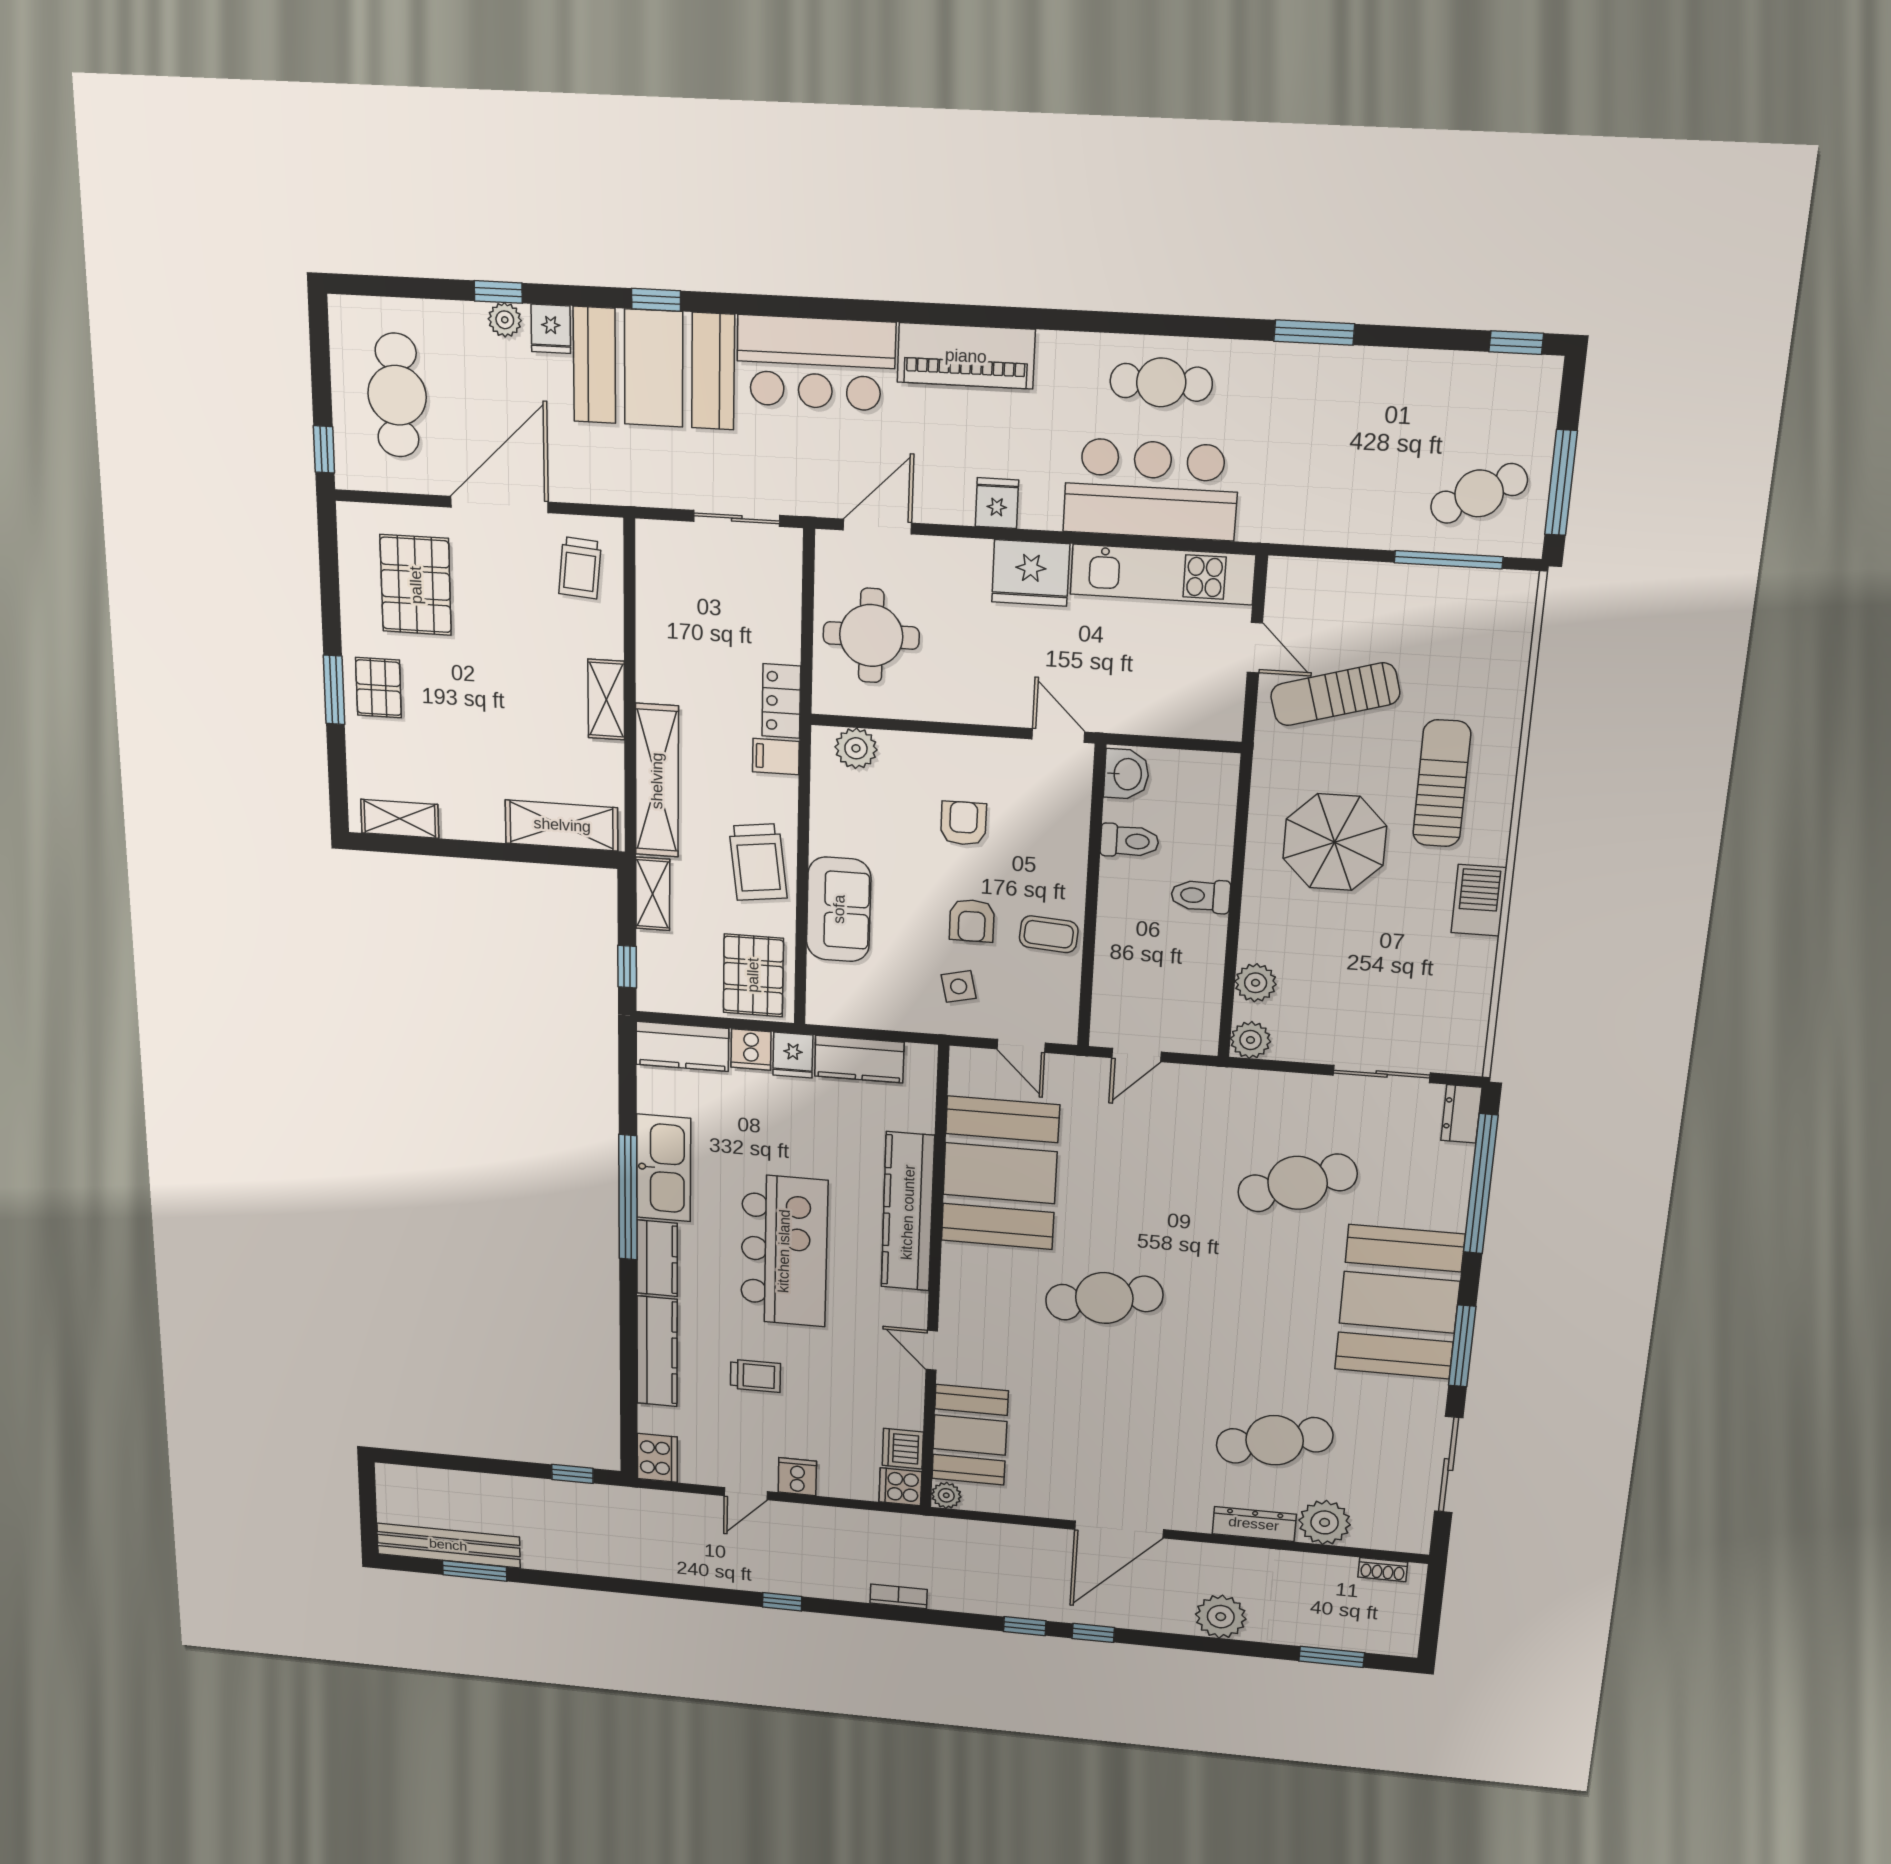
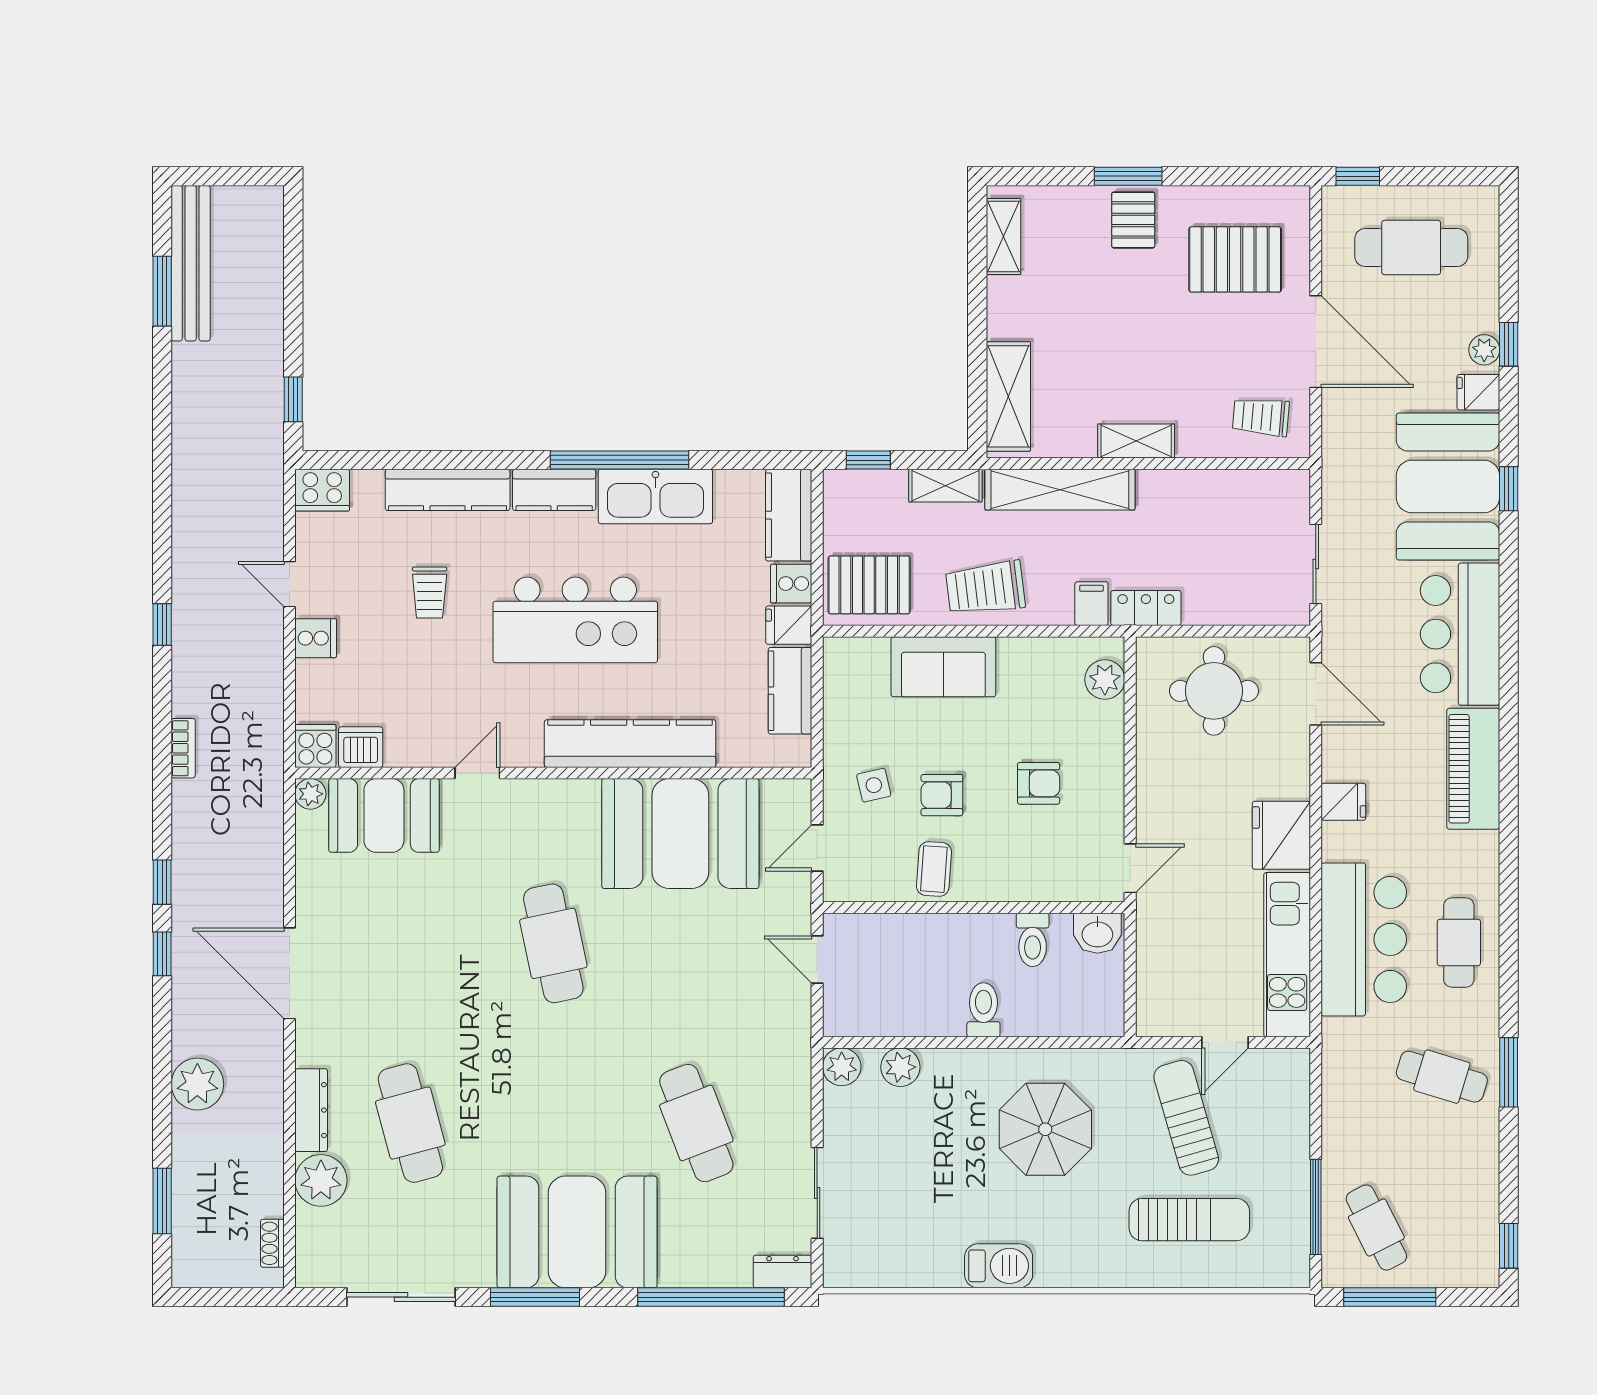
cafe table: (1313, 410) -> (1442, 1077), added
pallet: (378, 688) -> (1133, 220), turned 90
sun lounger: (1442, 783) -> (1189, 1220), moved

